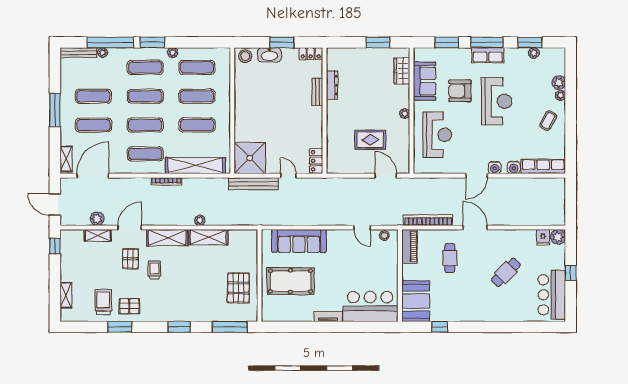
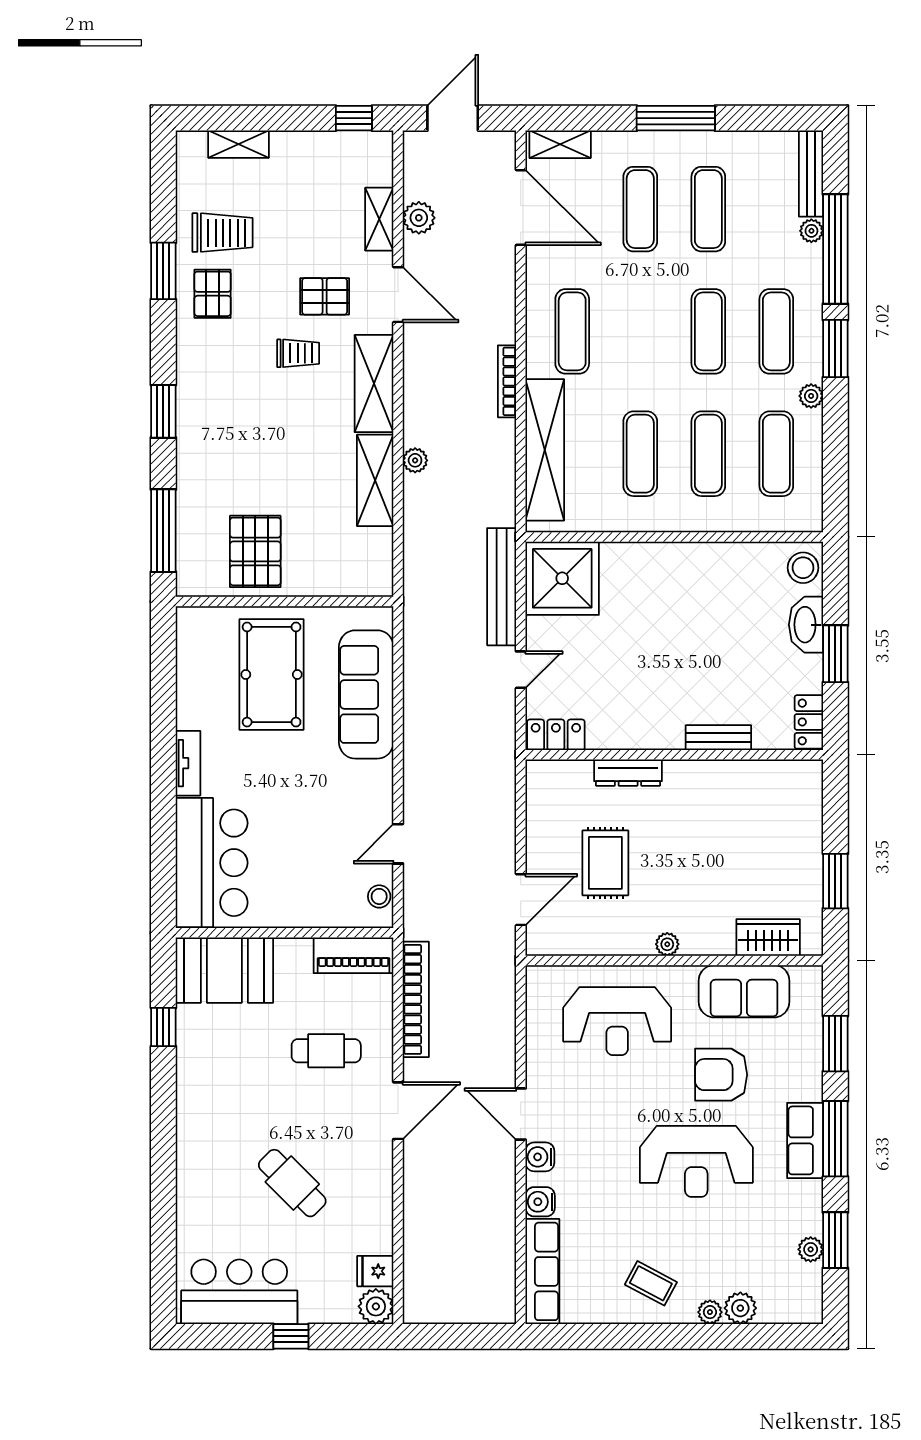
dresser: (332, 85) -> (628, 773), moved
armchair: (460, 91) -> (721, 1075), turned -90
exercise mat: (145, 125) -> (640, 331), removed
pallet: (238, 288) -> (255, 551), turned 90

